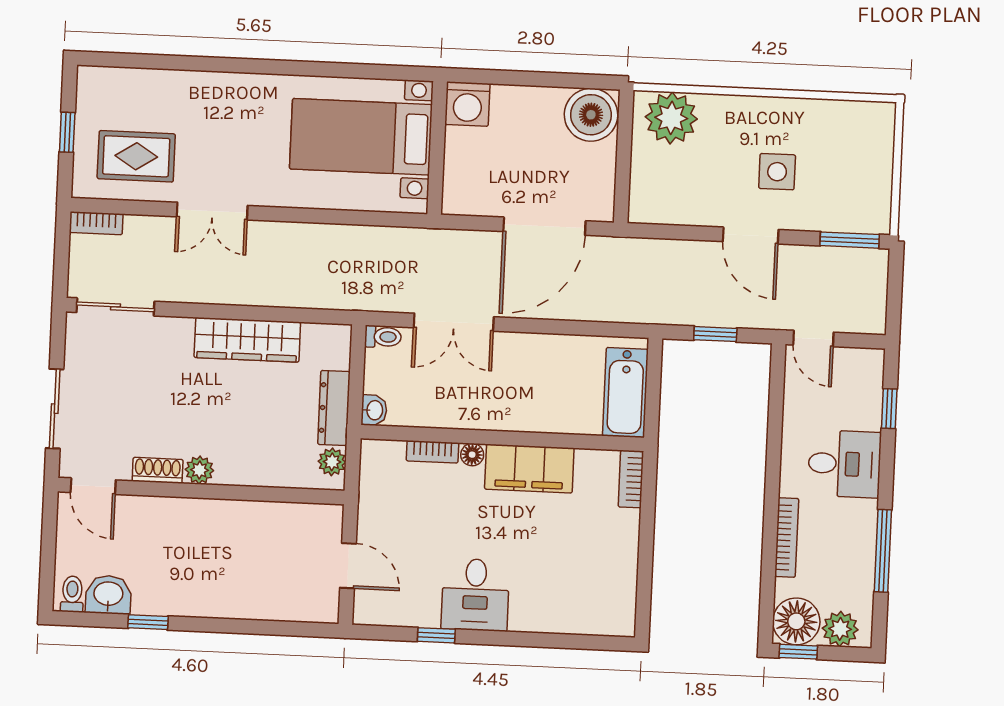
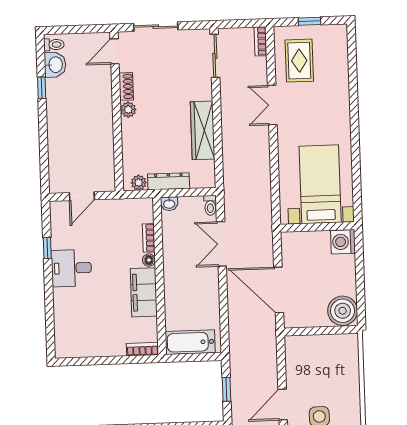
plant: (671, 118) -> (344, 355), removed

